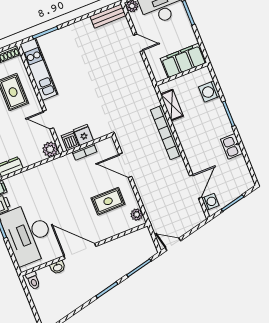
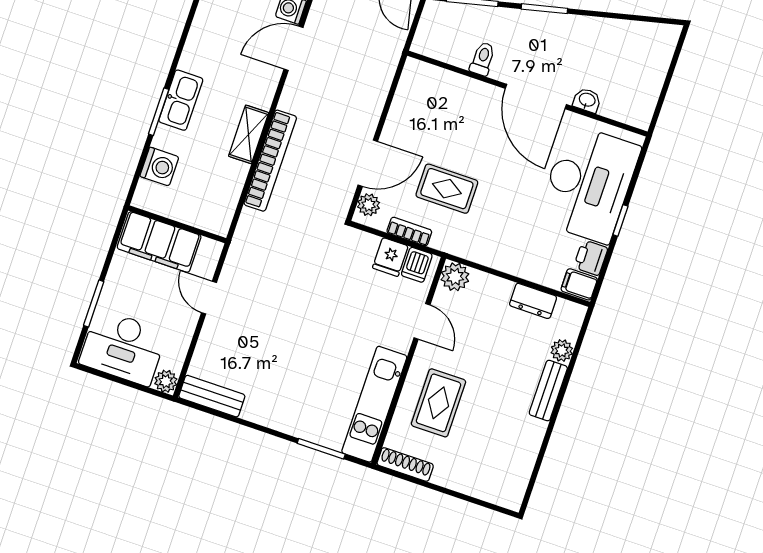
door: (138, 43) -> (209, 298), moved
shelving: (172, 105) -> (249, 134), moved
kitchen sink: (232, 146) -> (181, 100), moved, width x1.38
door: (125, 165) -> (368, 163), hinge flipped
rug: (108, 201) -> (447, 189), moved
plant: (137, 215) -> (369, 205), moved
toilet: (33, 280) -> (483, 59), moved

